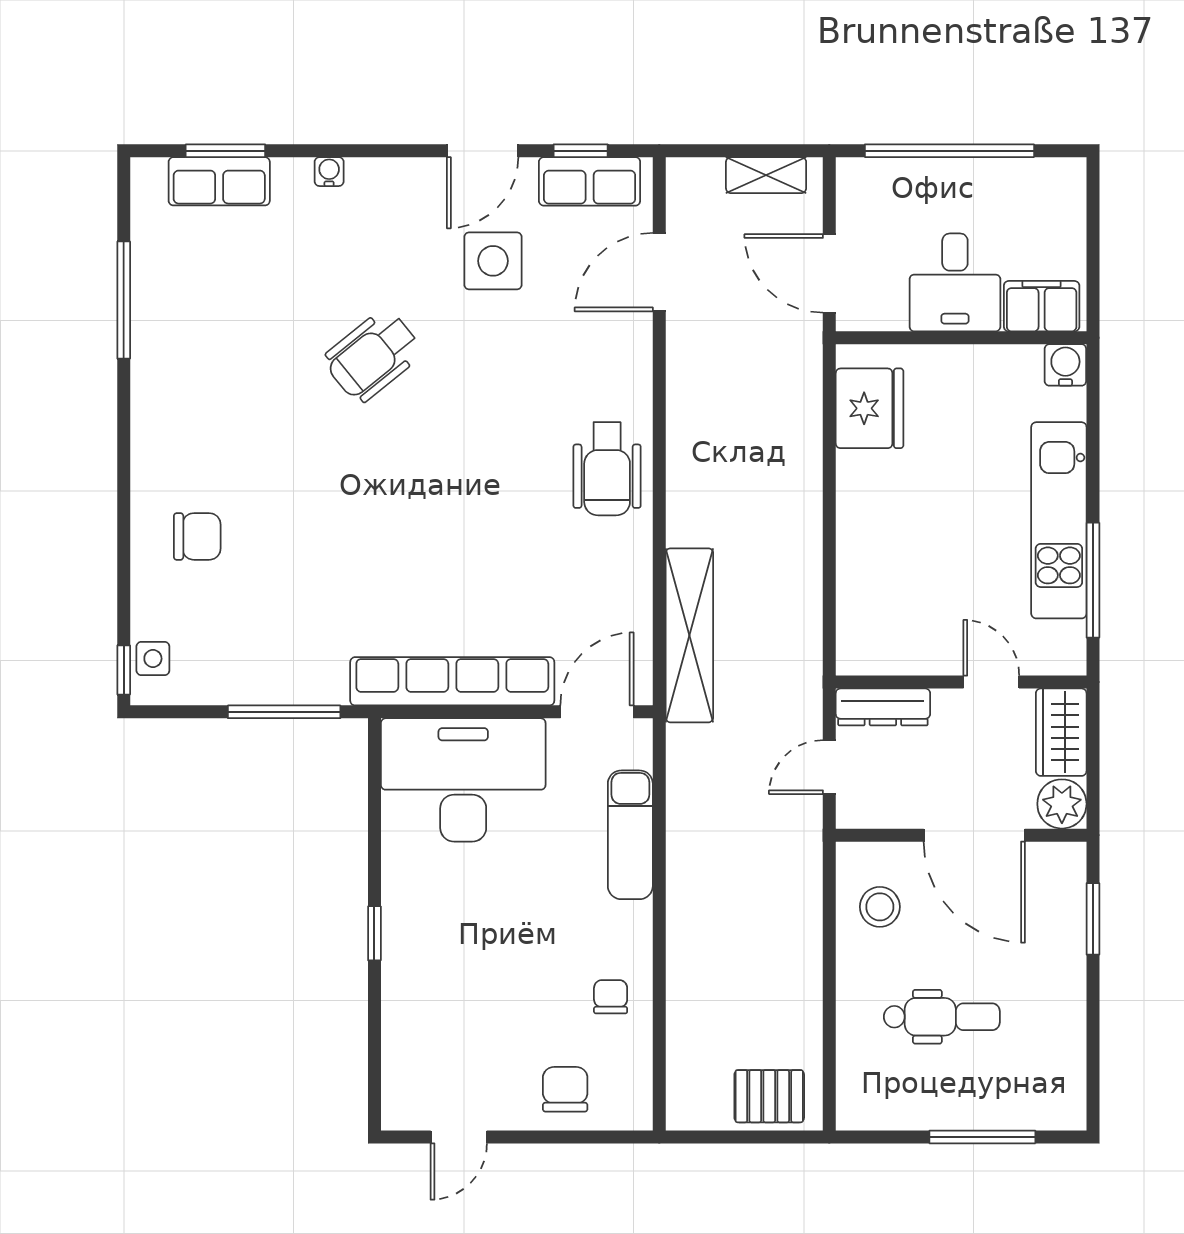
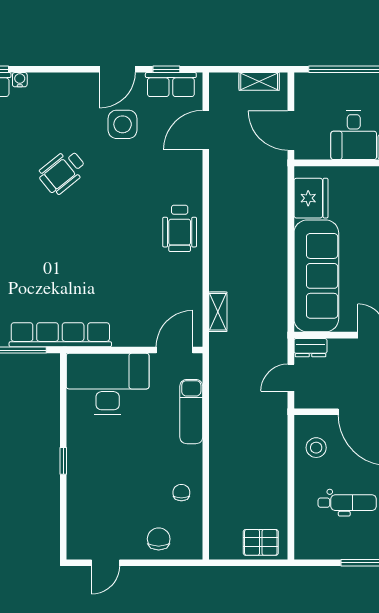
water cooler: (329, 172) -> (20, 80), moved
sofa: (880, 564) -> (316, 276), added
shelving: (689, 635) -> (218, 312), width x0.45, depth x0.75
row of seats: (452, 681) -> (60, 335), moved
dresser: (883, 707) -> (310, 348), width x0.70

